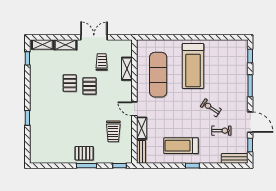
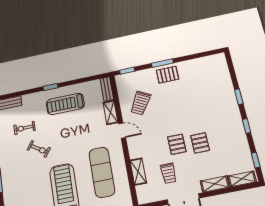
window: (27, 90) -> (247, 126), added
trolley: (113, 131) -> (140, 103), turned -151
treadmill: (181, 146) -> (65, 104), turned 180

